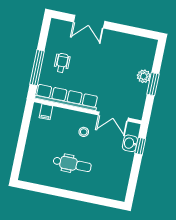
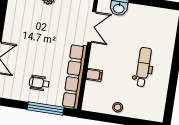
filing cabinet: (46, 112) -> (94, 75), moved
stool: (84, 132) -> (118, 107), moved

